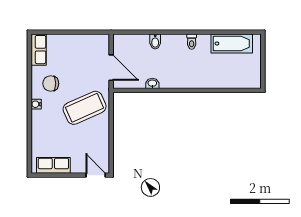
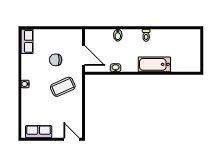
bathtub: (232, 44) -> (154, 64), moved, turned 180
chair: (51, 84) -> (56, 60), moved
coffee table: (85, 108) -> (63, 87), width x0.73, depth x0.76

